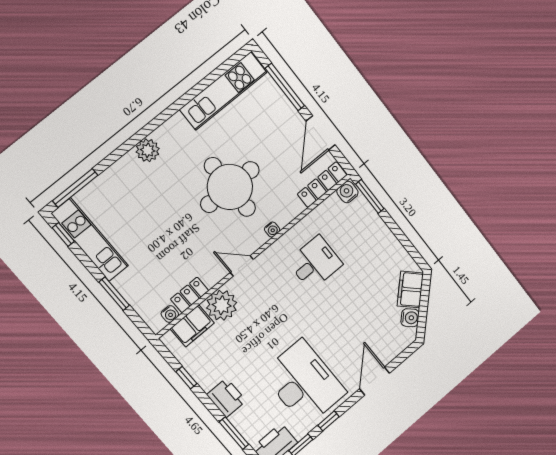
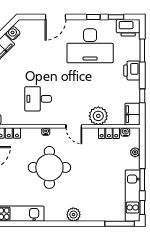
window: (114, 294) -> (142, 180), moved
plant: (135, 299) -> (135, 152), added
filing cabinet: (192, 326) -> (132, 114), moved, turned -90
desk: (304, 383) -> (90, 46), turned -90

